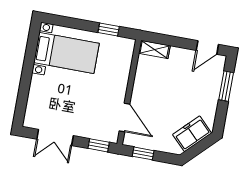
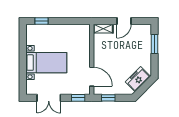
window: (109, 29) -> (42, 21), moved
door: (207, 47) -> (124, 21), moved
bed with nightstands: (67, 53) -> (46, 63), moved

